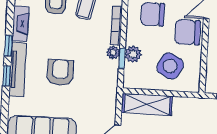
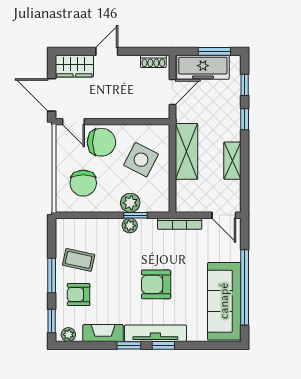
bookcase: (116, 26) -> (180, 224), moved
chair: (187, 32) -> (101, 142), turned -90
shelving: (147, 104) -> (186, 151), moved

